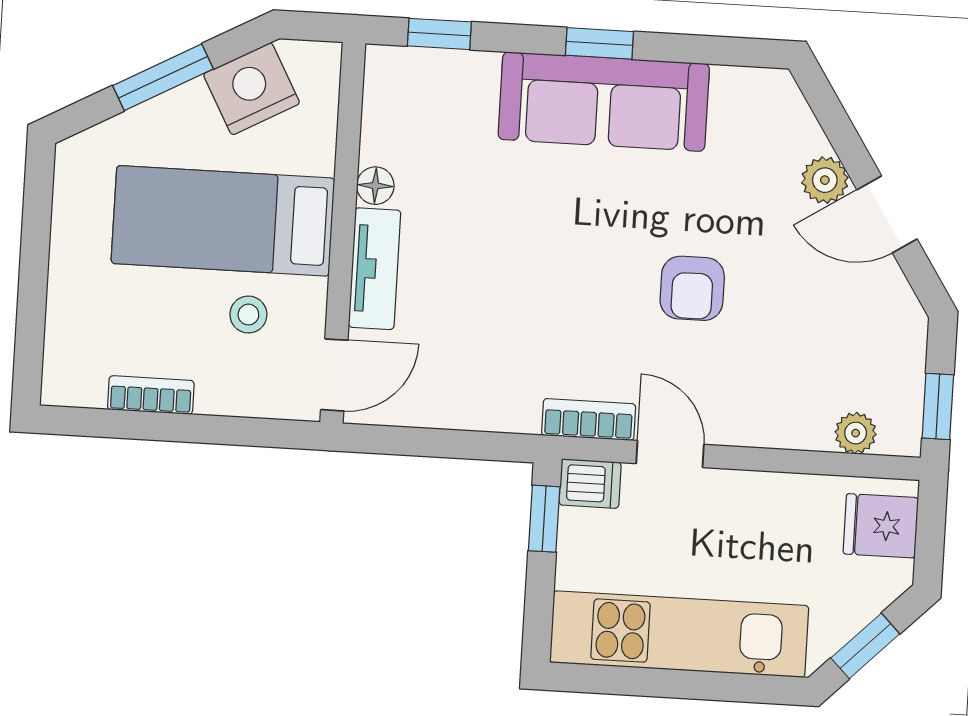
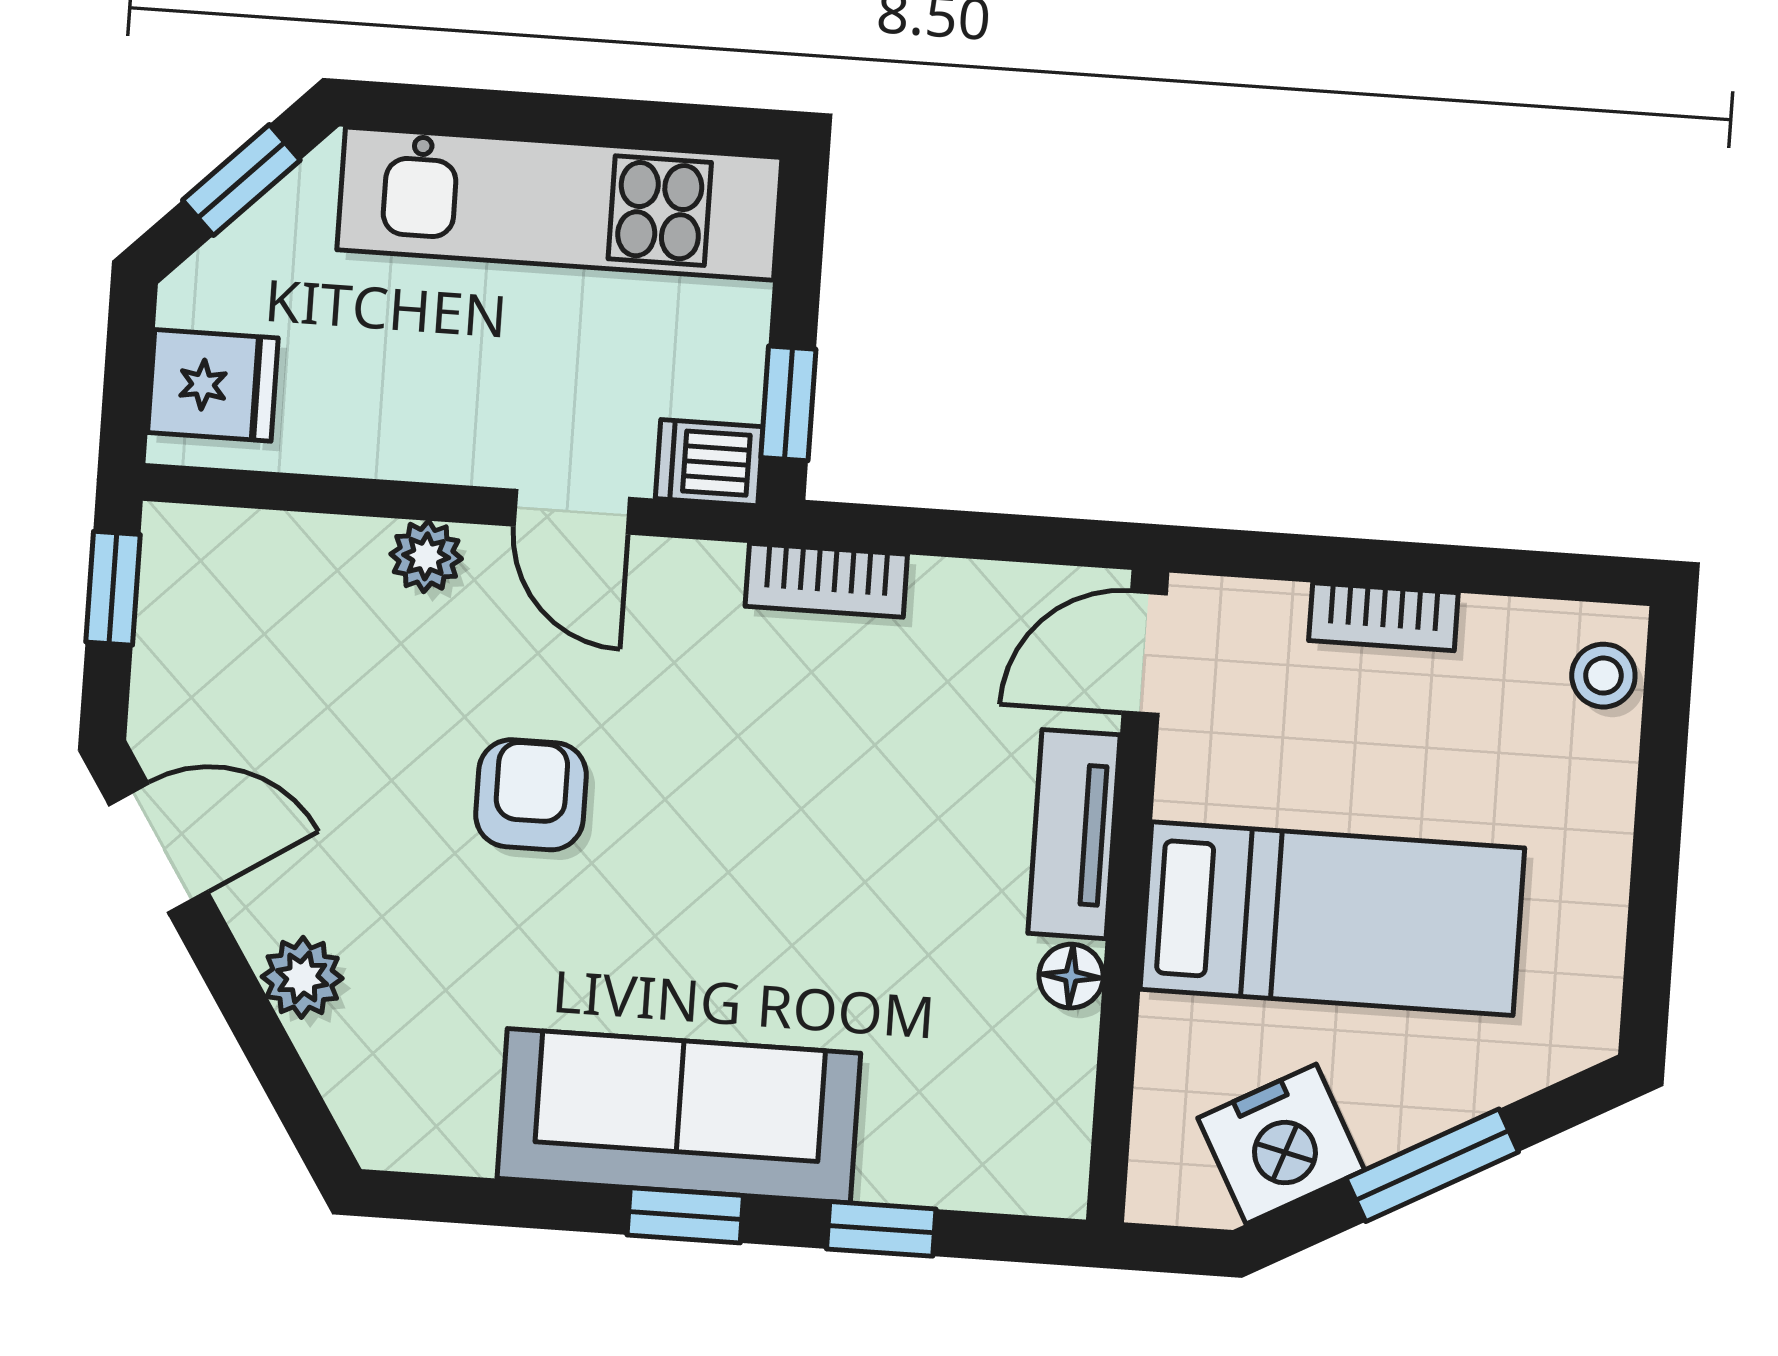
window: (439, 34) -> (881, 1229), moved
door: (887, 214) -> (158, 848), moved
stool: (248, 315) -> (1603, 676), moved
bookcase: (151, 395) -> (1383, 617), moved
bookcase: (589, 420) -> (826, 580), moved
plant: (856, 433) -> (426, 556), moved

